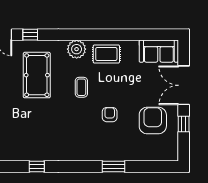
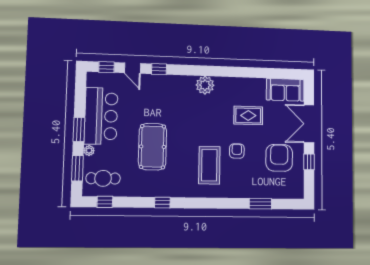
rug: (106, 54) -> (248, 115), moved
pool table: (37, 75) -> (153, 147), moved
coffee table: (81, 87) -> (209, 165), moved, width x1.86, depth x1.72
window: (114, 166) -> (260, 204), moved

